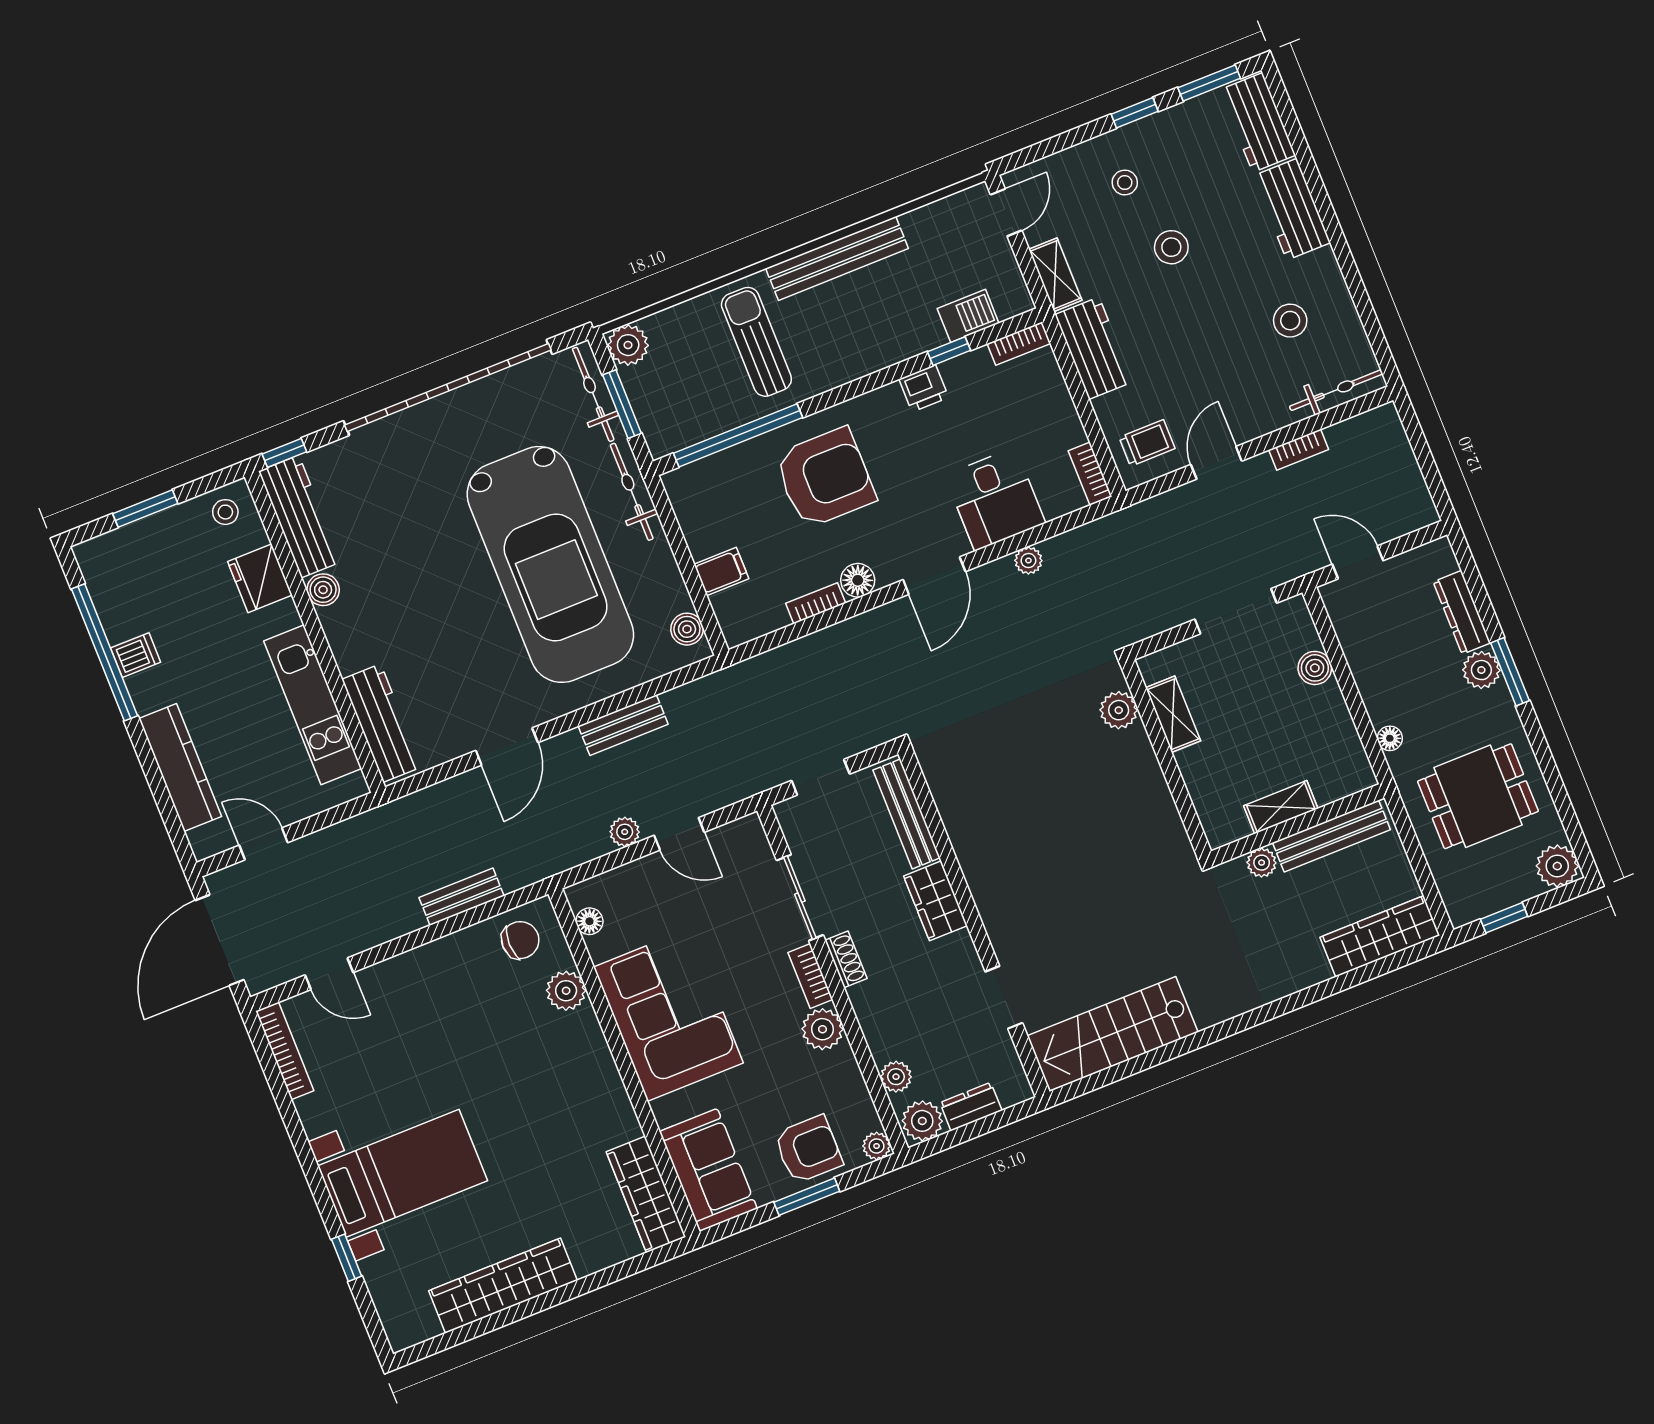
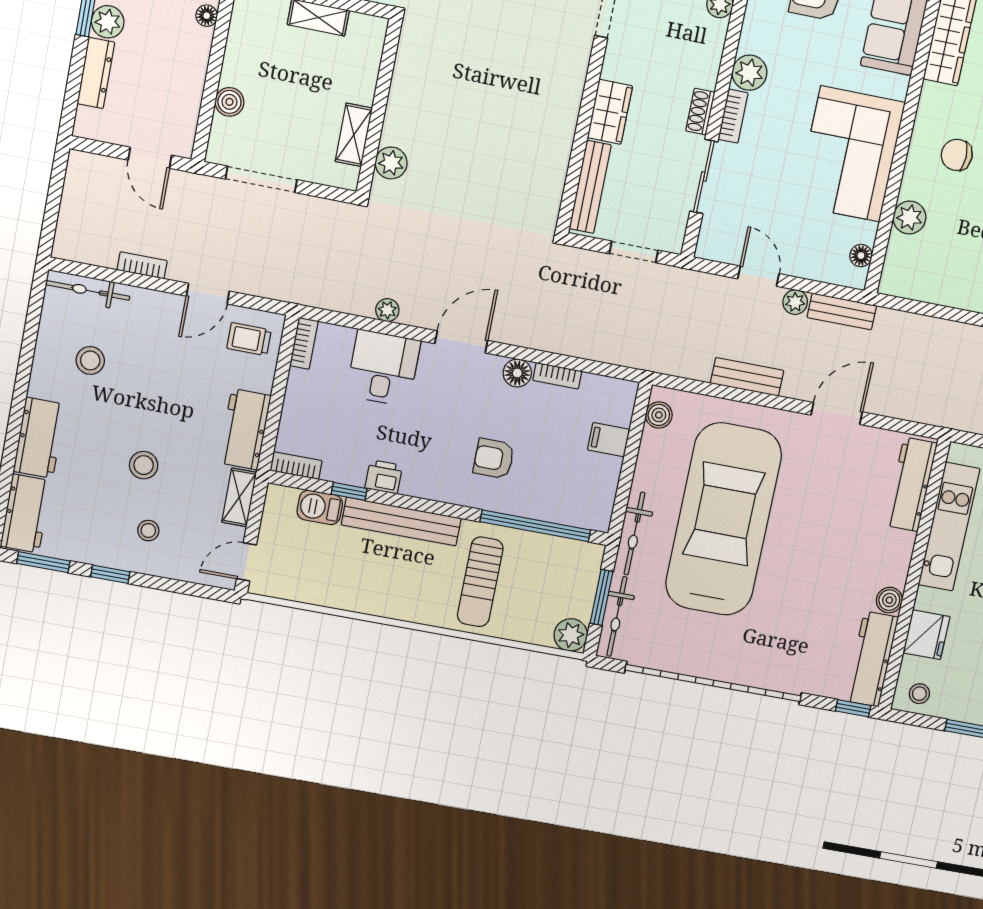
bench: (837, 258) -> (401, 522), moved
armchair: (825, 478) -> (494, 459), width x0.53, depth x0.53
bench: (462, 897) -> (842, 311), moved
chair: (520, 940) -> (957, 155), moved

